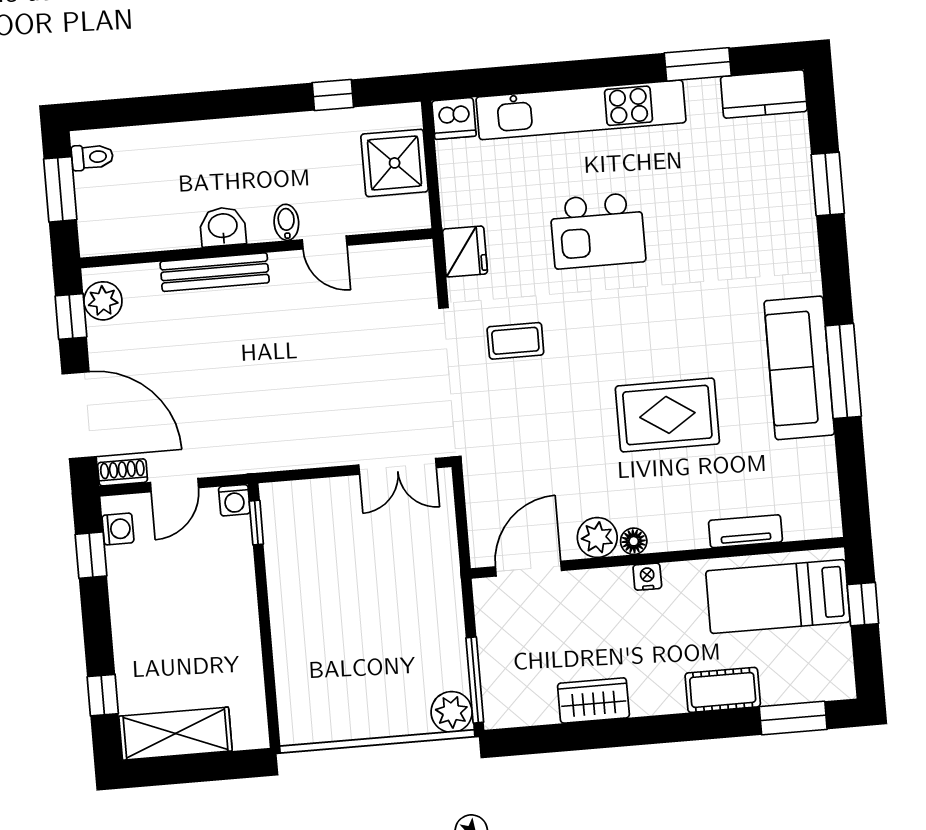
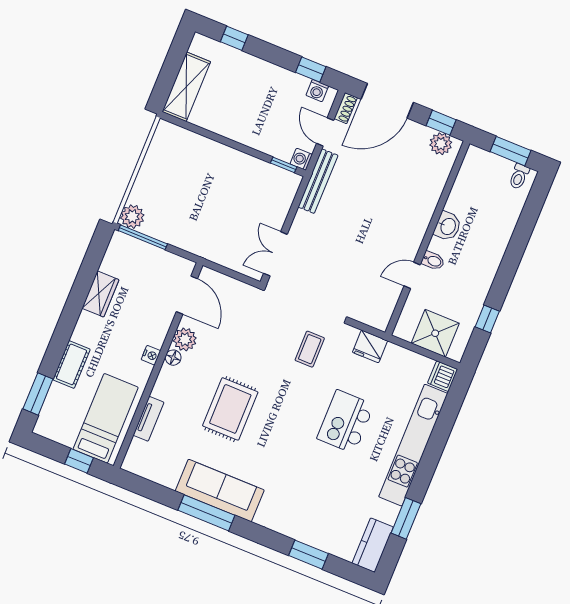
bench: (215, 272) -> (318, 181), moved
shelving: (175, 734) -> (186, 87), moved

